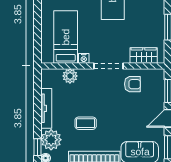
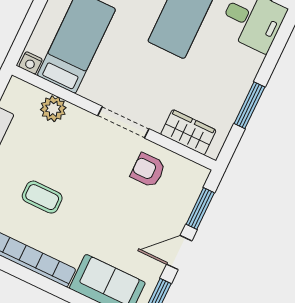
nightstand: (84, 58) -> (31, 63), moved
armchair: (132, 84) -> (148, 170), turned 180

